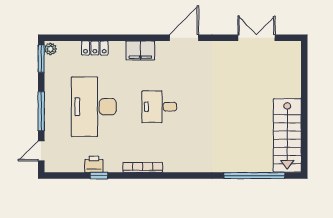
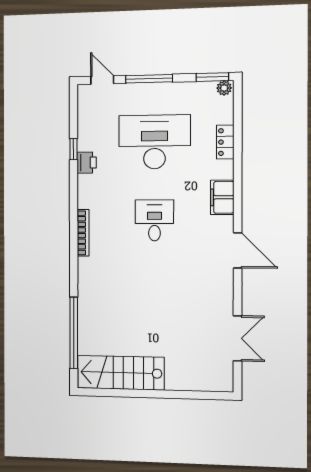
printer: (94, 164) -> (87, 163), moved
bookcase: (143, 167) -> (83, 233), moved

